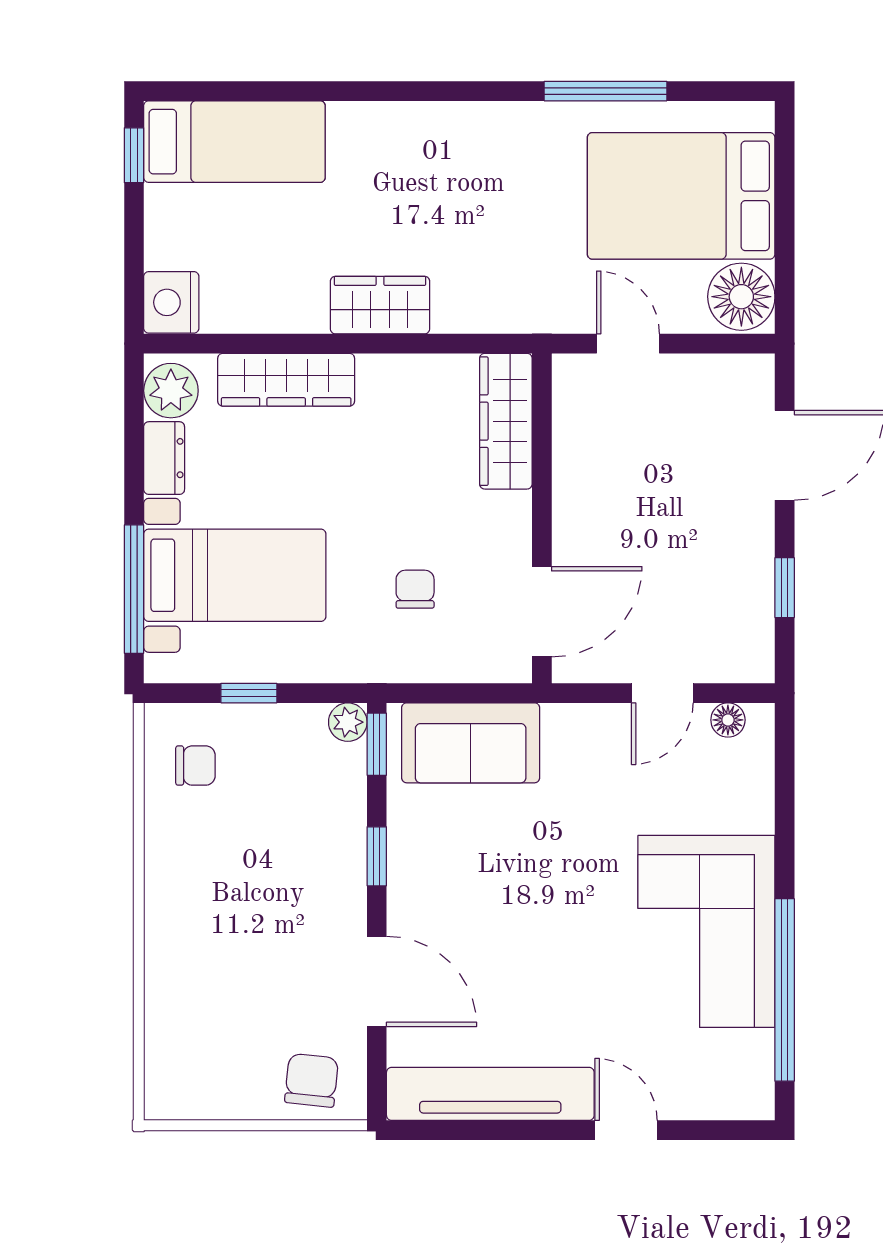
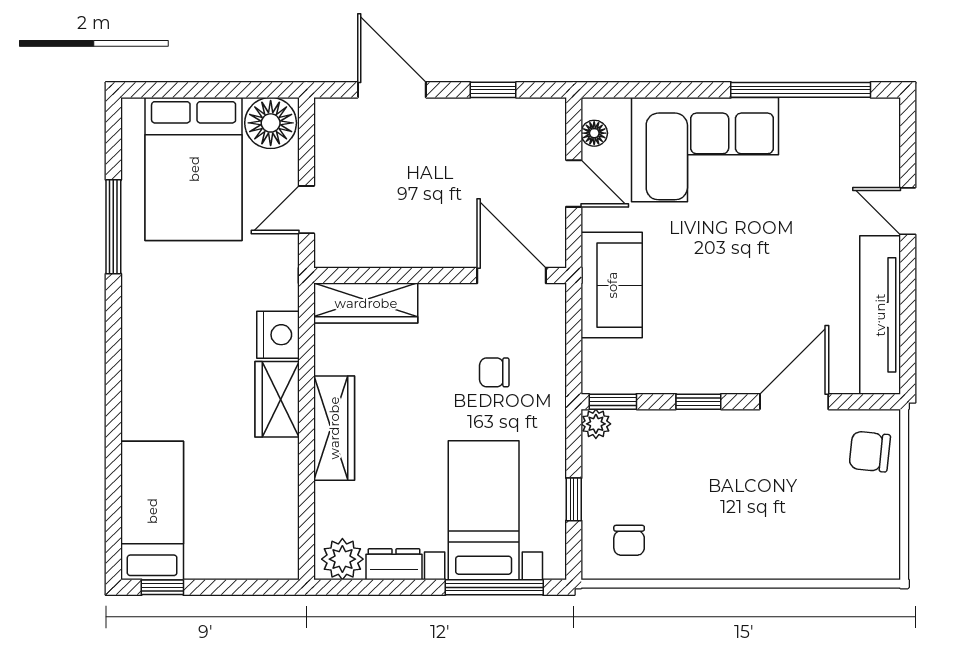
nightstand: (171, 302) -> (278, 335), moved, turned -90
wardrobe: (286, 380) -> (334, 428), moved
sofa: (471, 743) -> (612, 285), moved
chair: (195, 766) -> (629, 540), turned 180
corner sofa: (706, 931) -> (705, 150), moved
door: (626, 1130) -> (908, 211), hinge flipped

